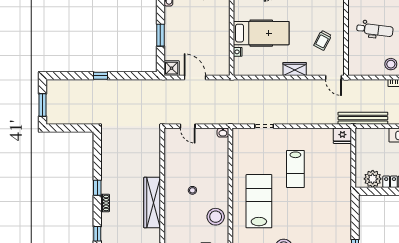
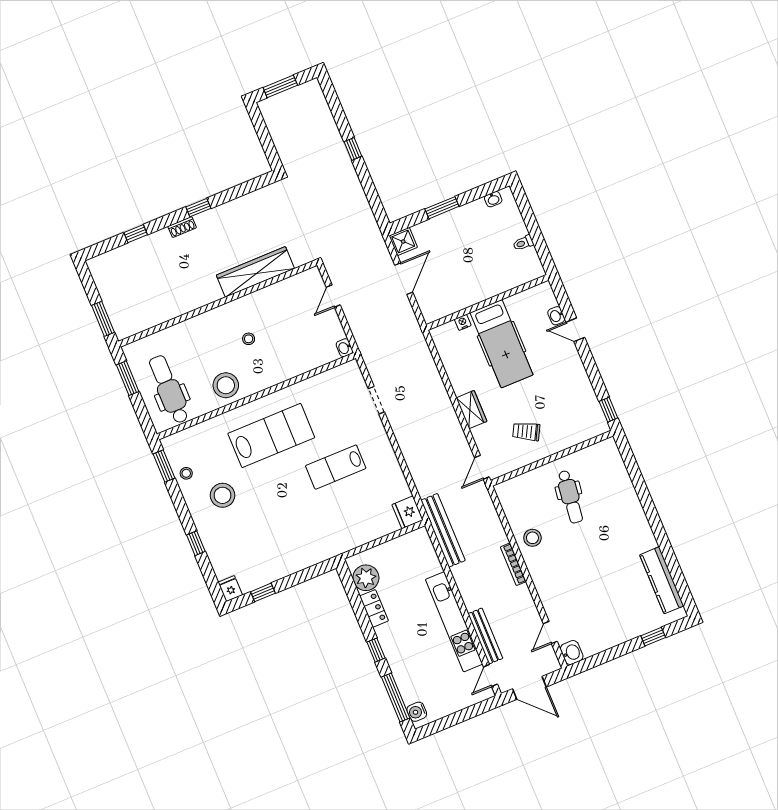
wardrobe: (152, 203) -> (255, 272), moved

